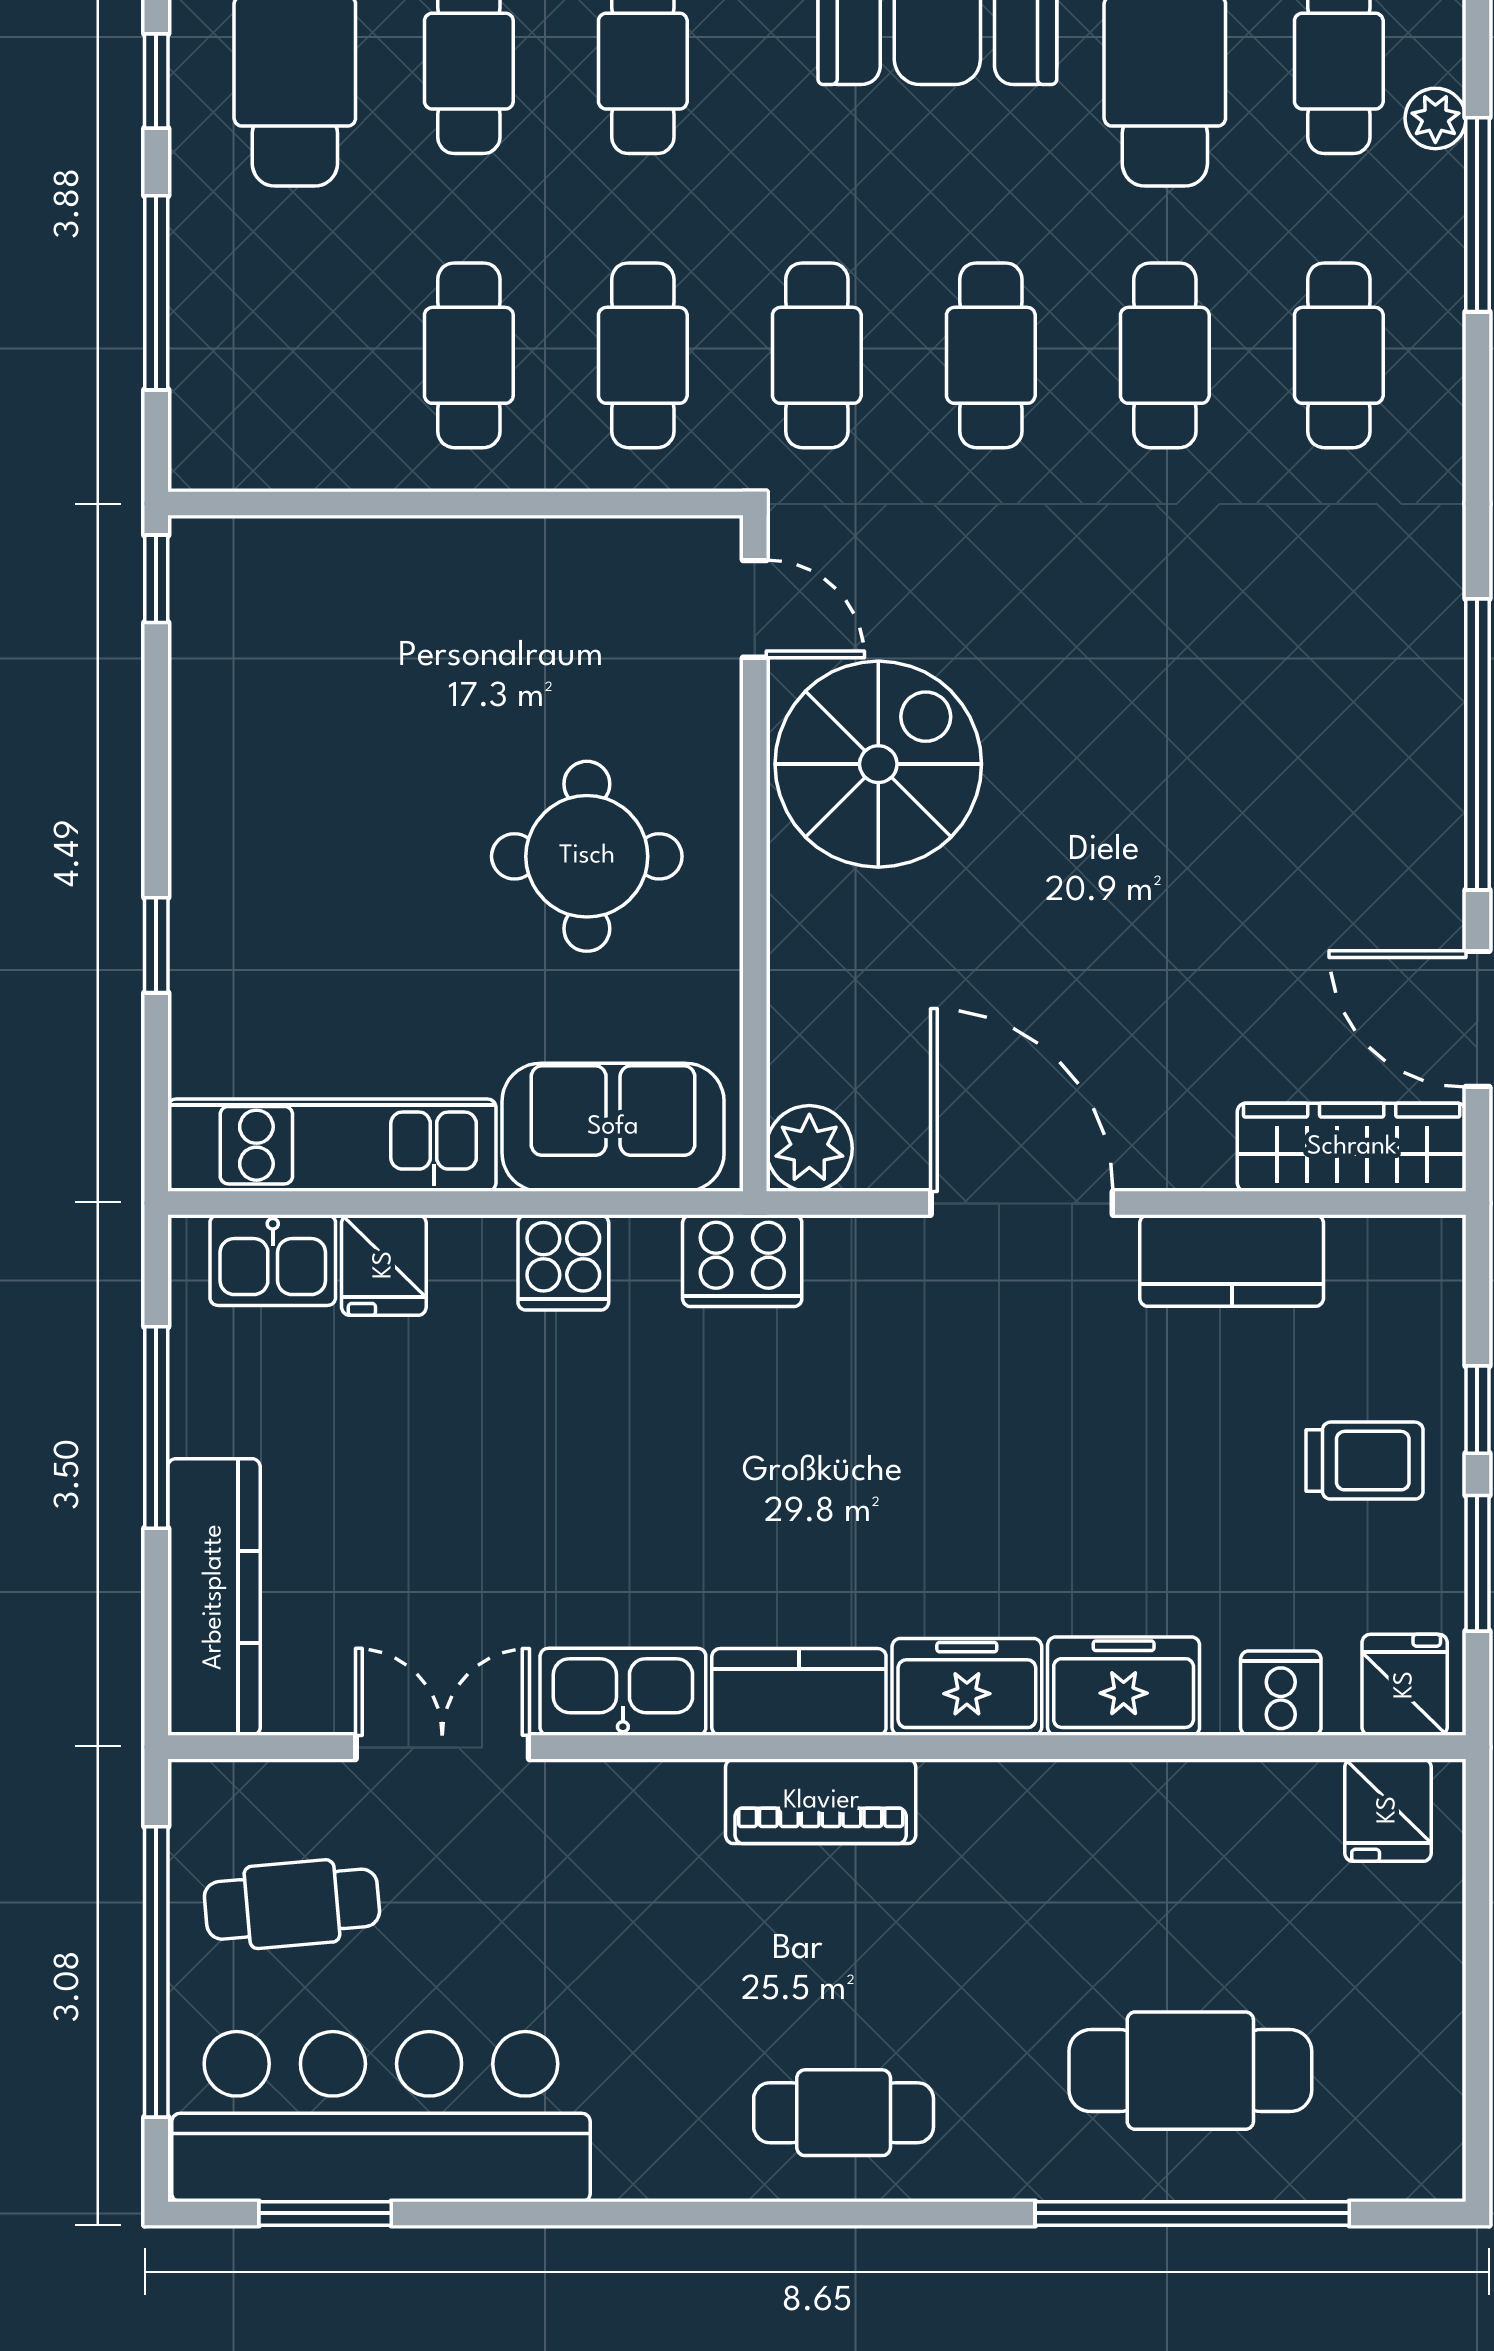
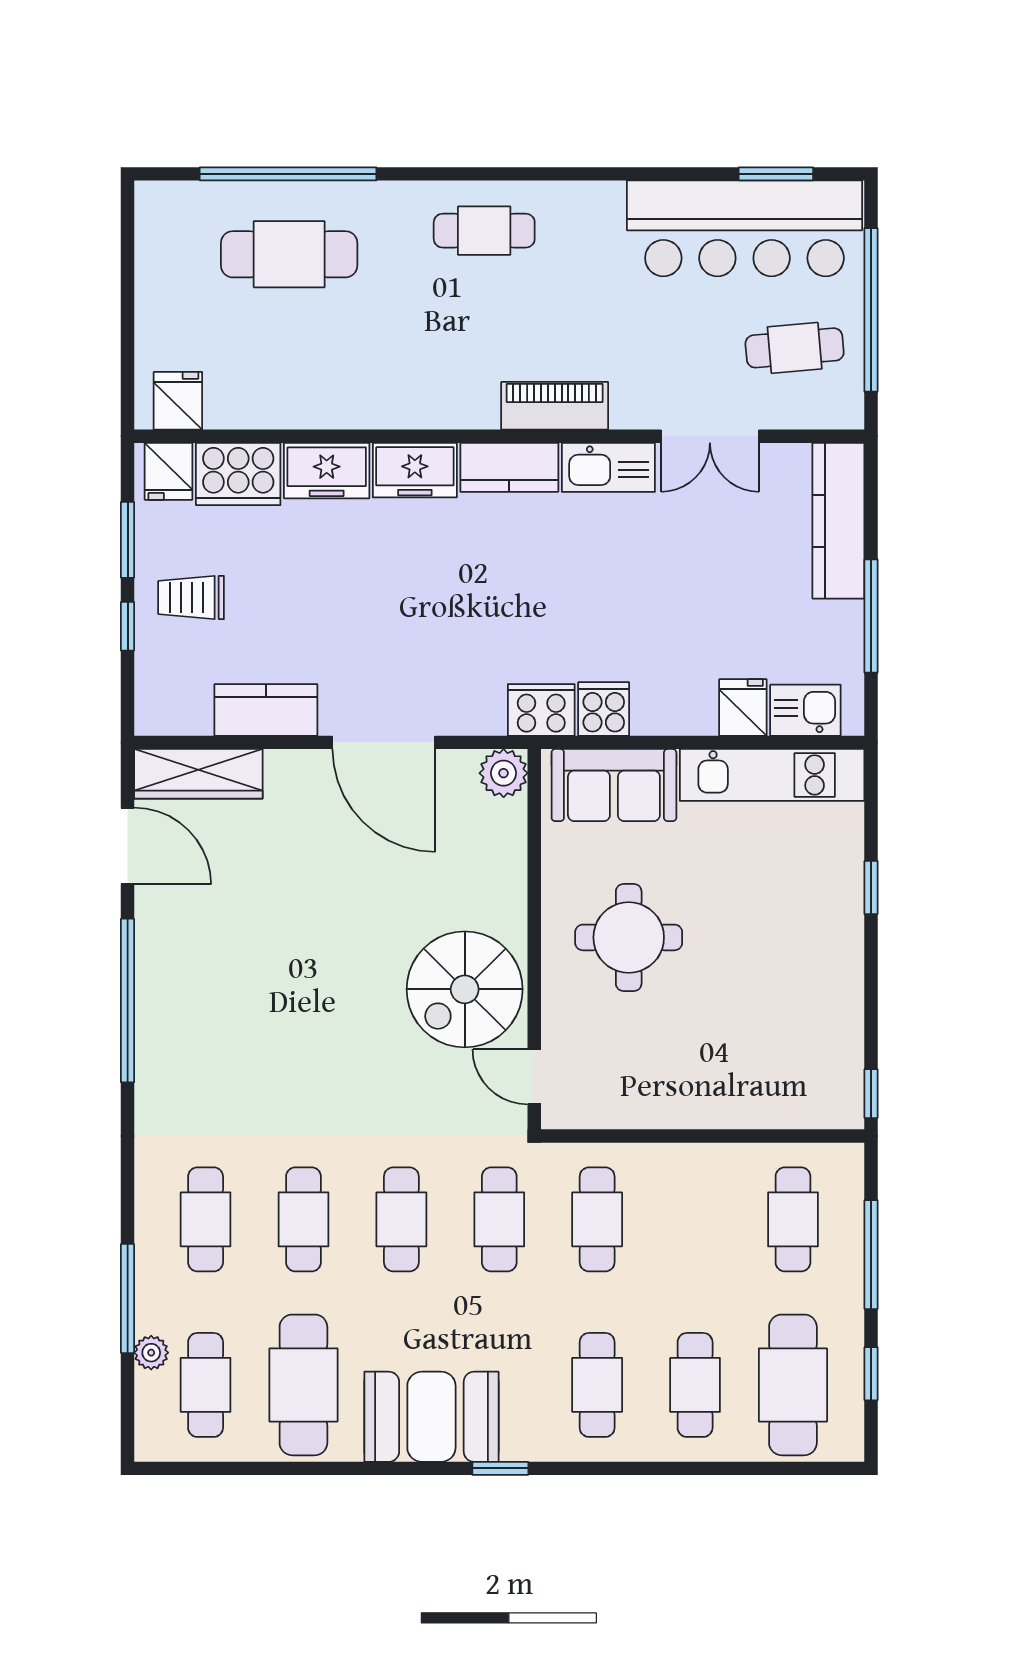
cafe table: (469, 355) -> (793, 1219), moved
cooker: (563, 1262) -> (604, 709), moved
cooker: (1281, 1693) -> (238, 474), width x1.87, depth x1.31
piano: (821, 1801) -> (555, 406), moved

